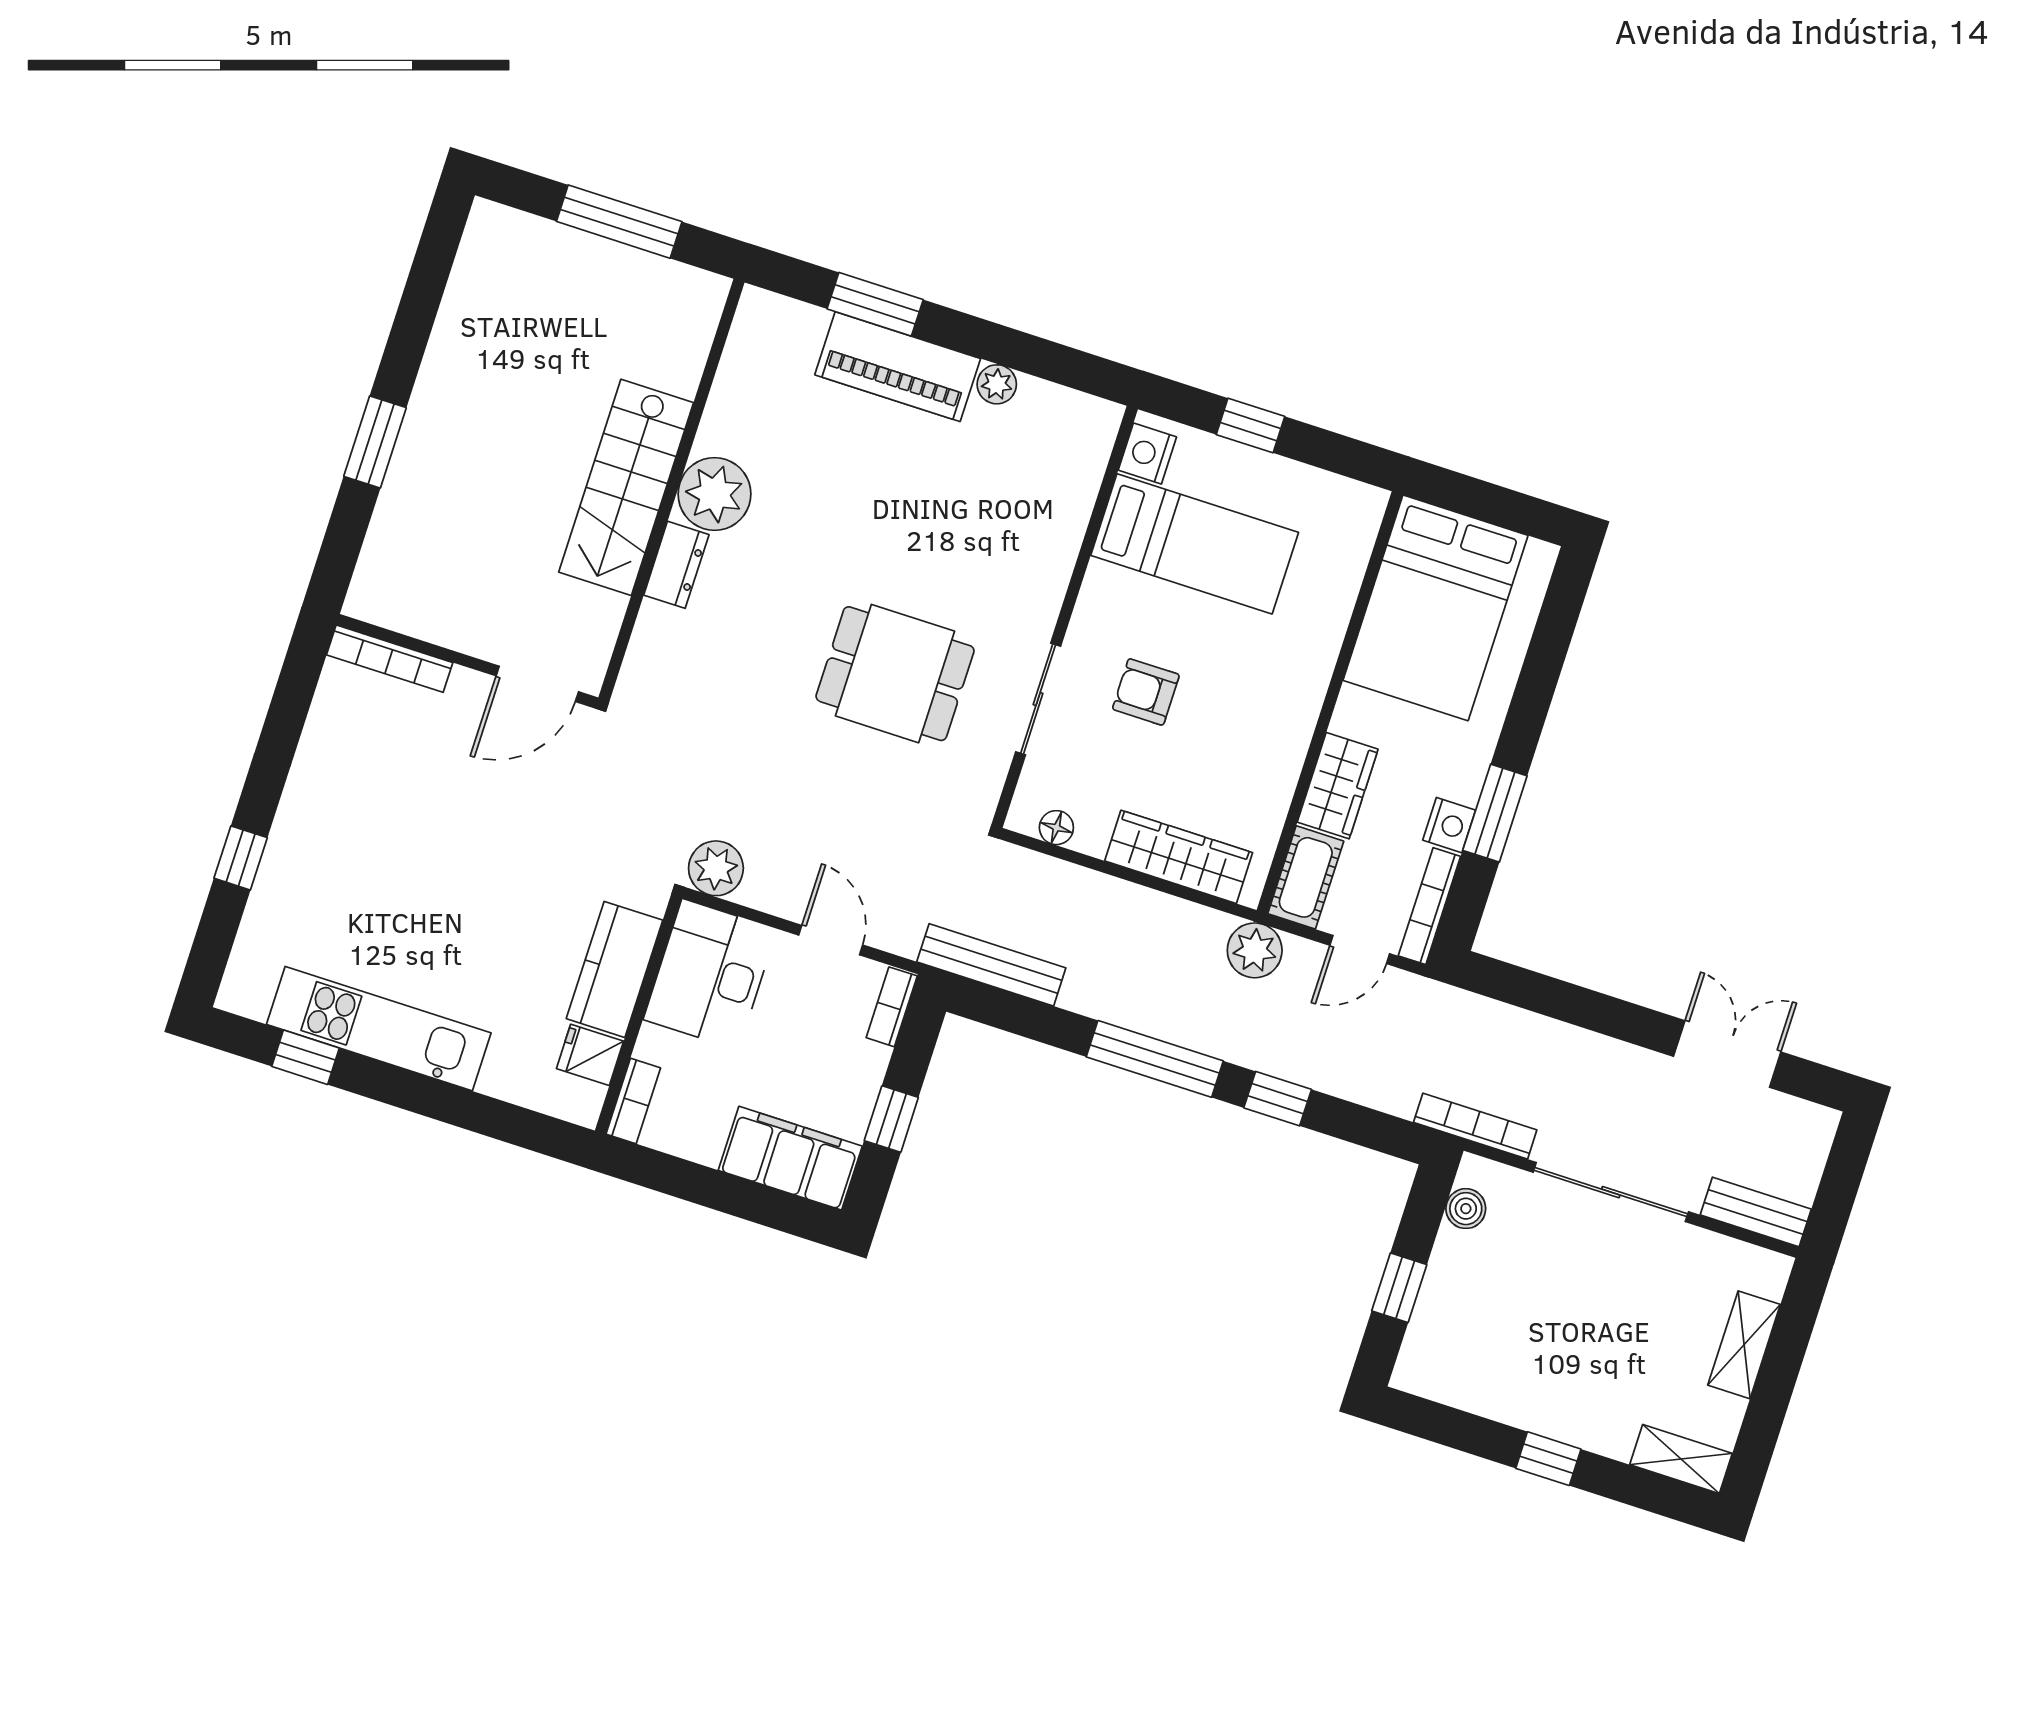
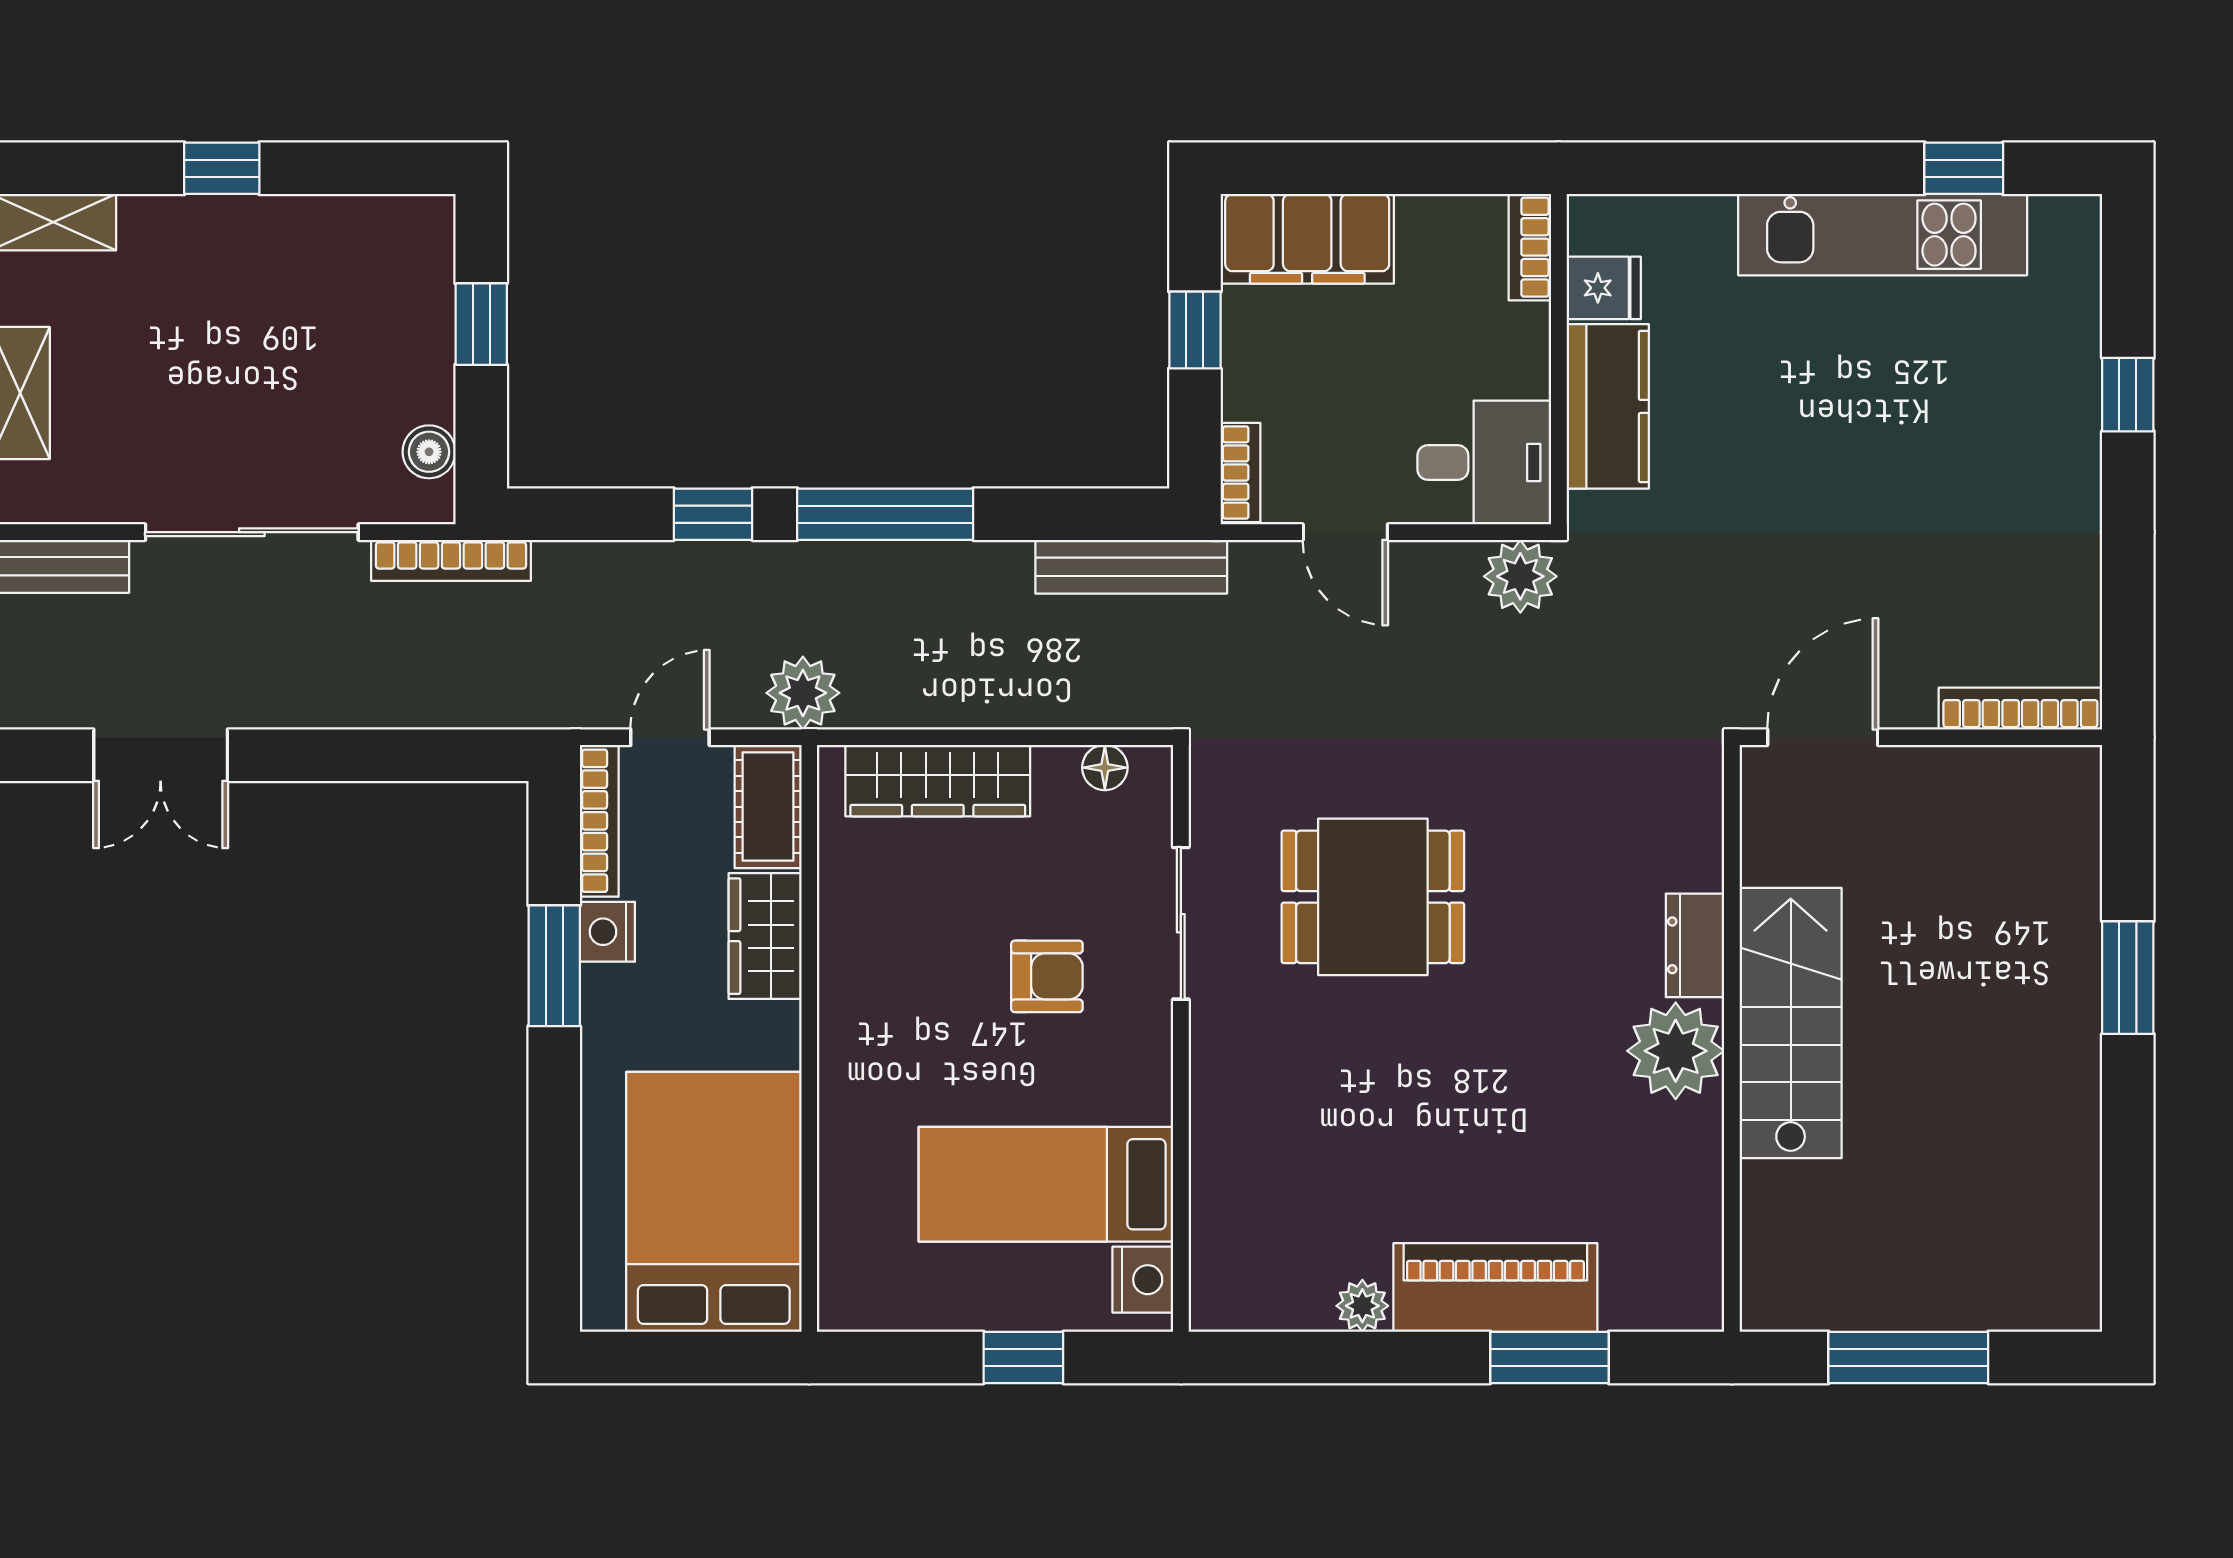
desk: (710, 974) -> (1484, 462), width x0.73

